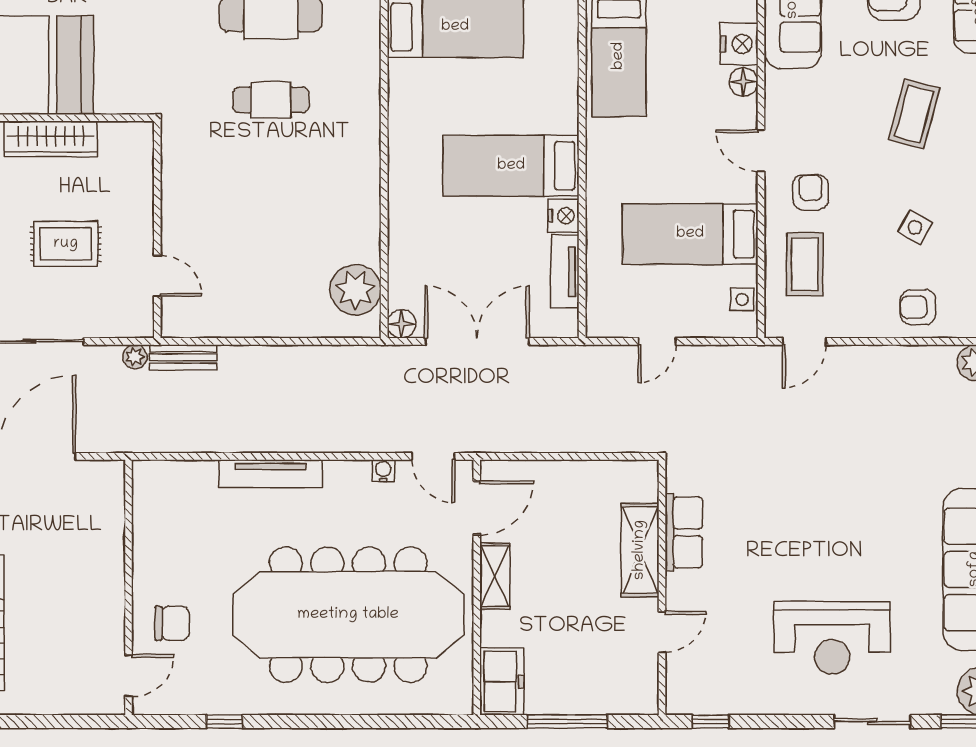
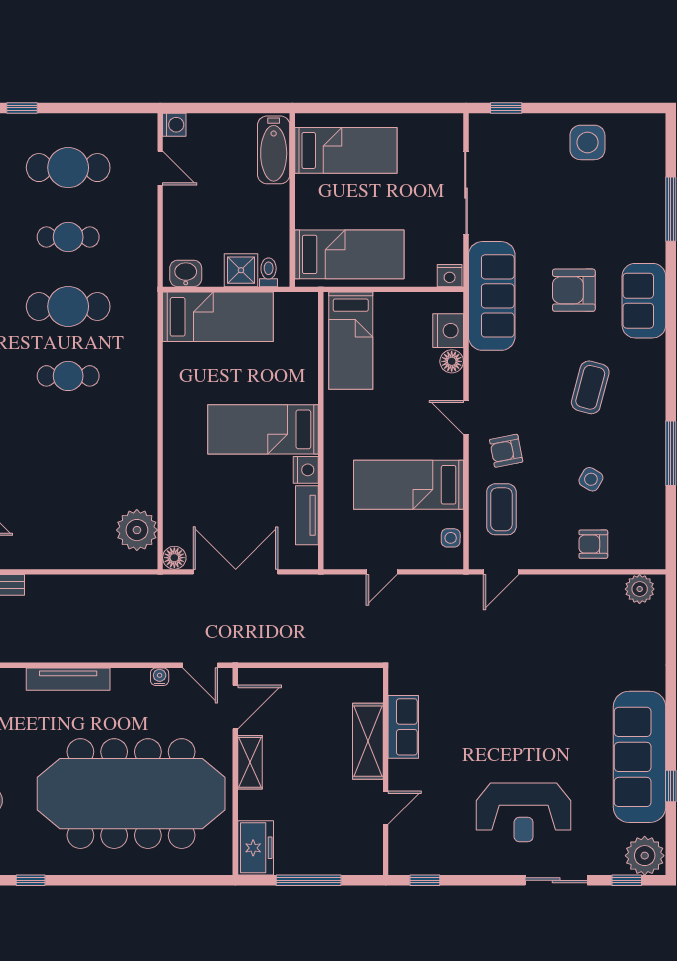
armchair: (811, 192) -> (506, 451), turned -101

